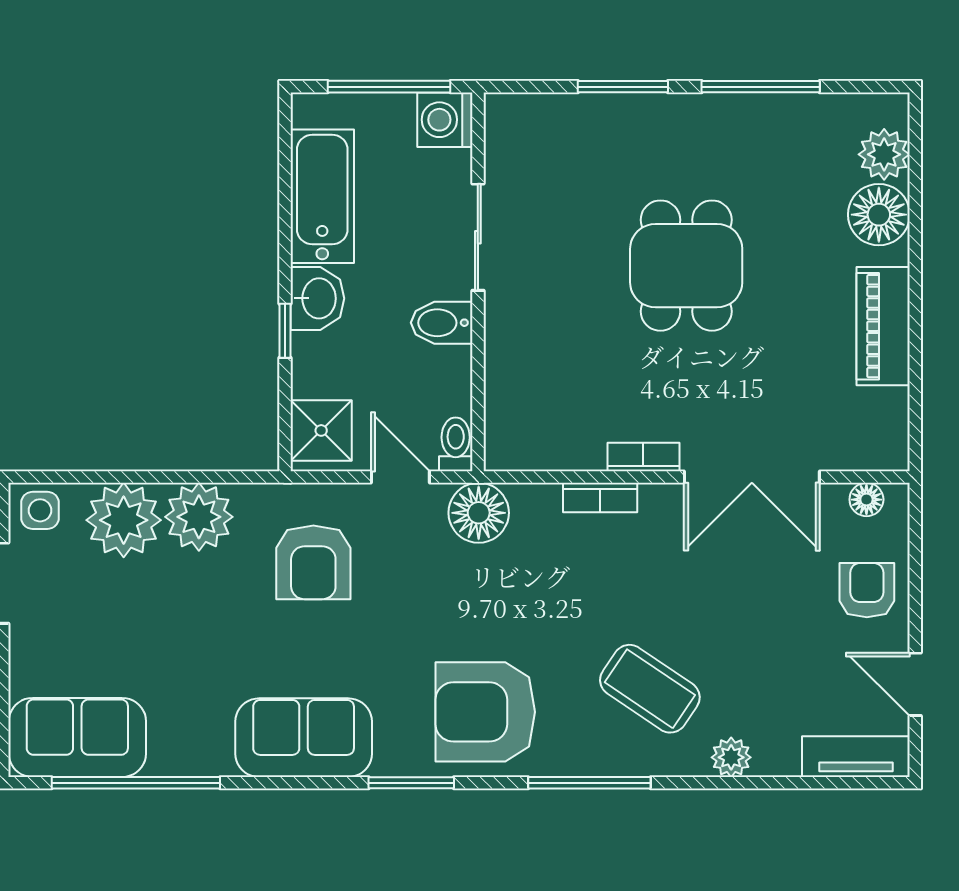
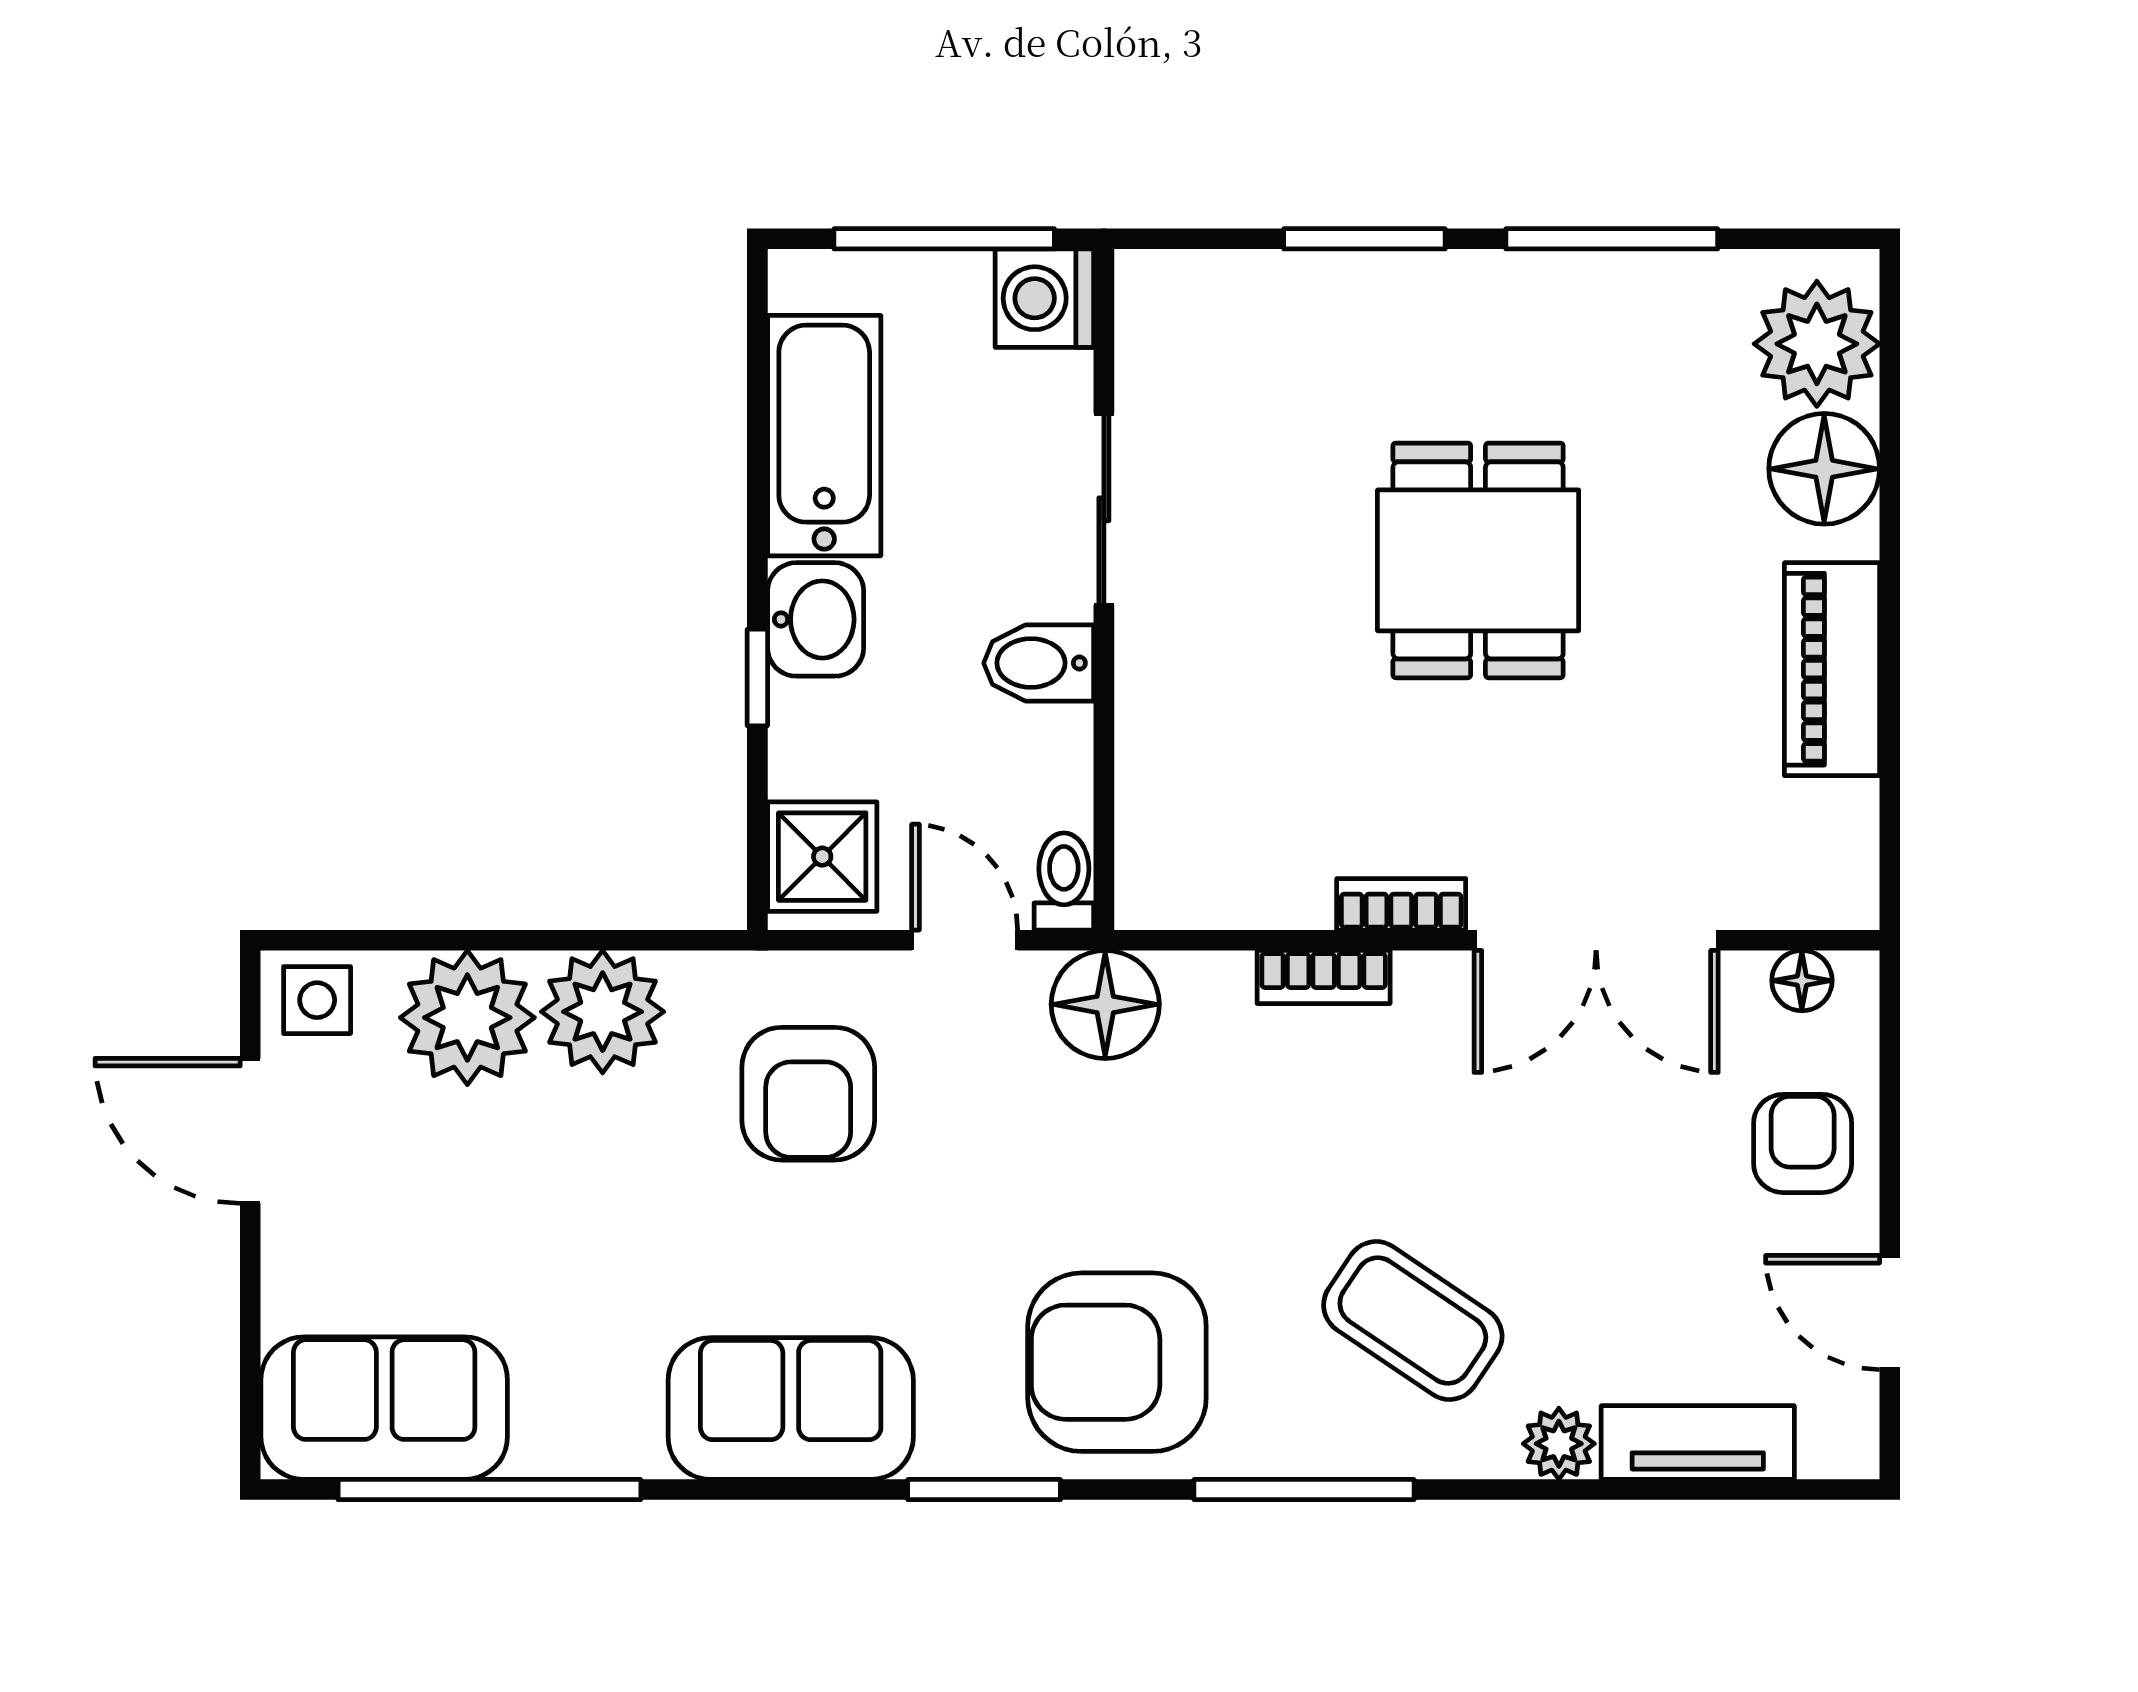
plant: (884, 154) -> (1817, 344), width x1.36, depth x1.36
tv unit: (856, 757) -> (1698, 1443), moved

